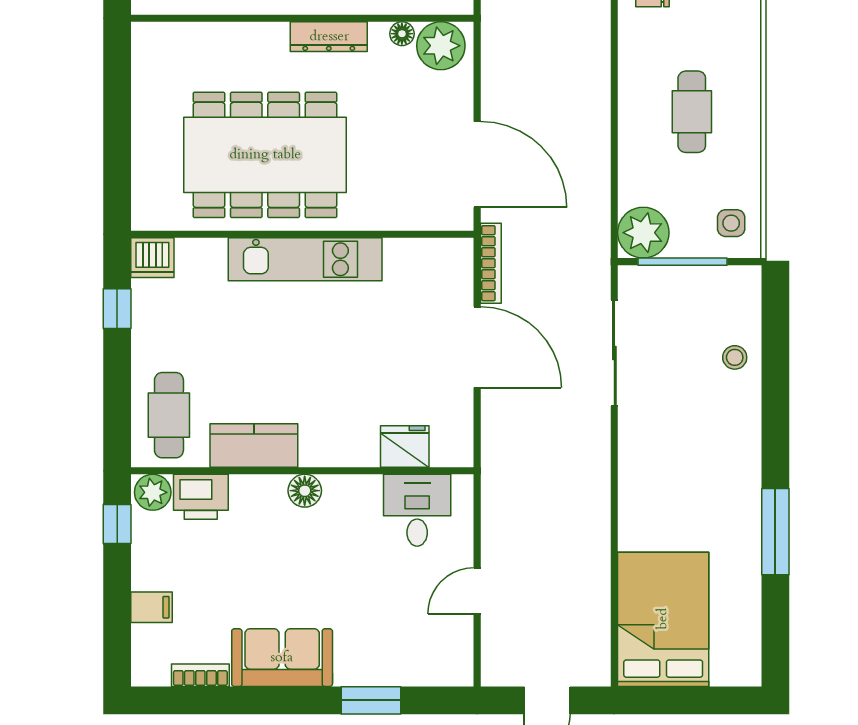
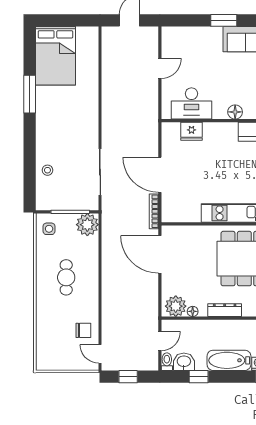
desk: (417, 510) -> (191, 103), width x1.37
bed: (663, 619) -> (55, 56), moved
window: (371, 700) -> (224, 20), moved

